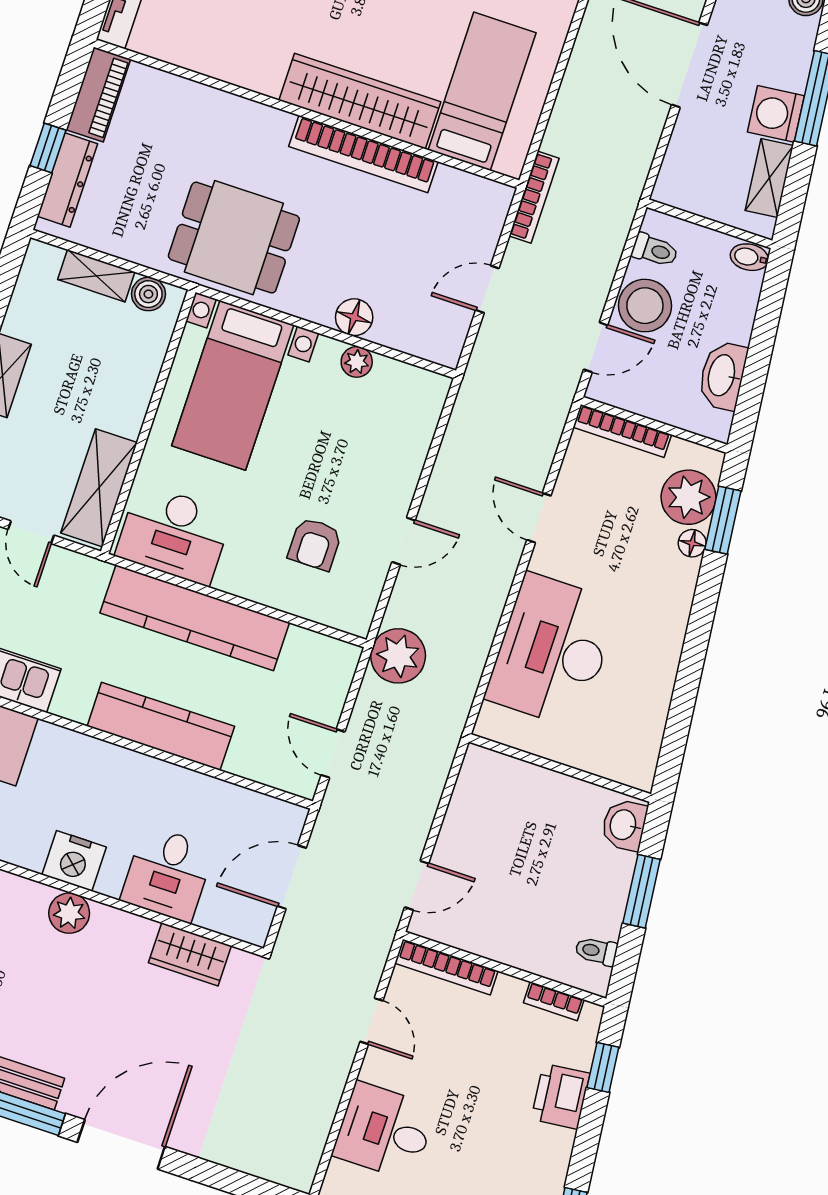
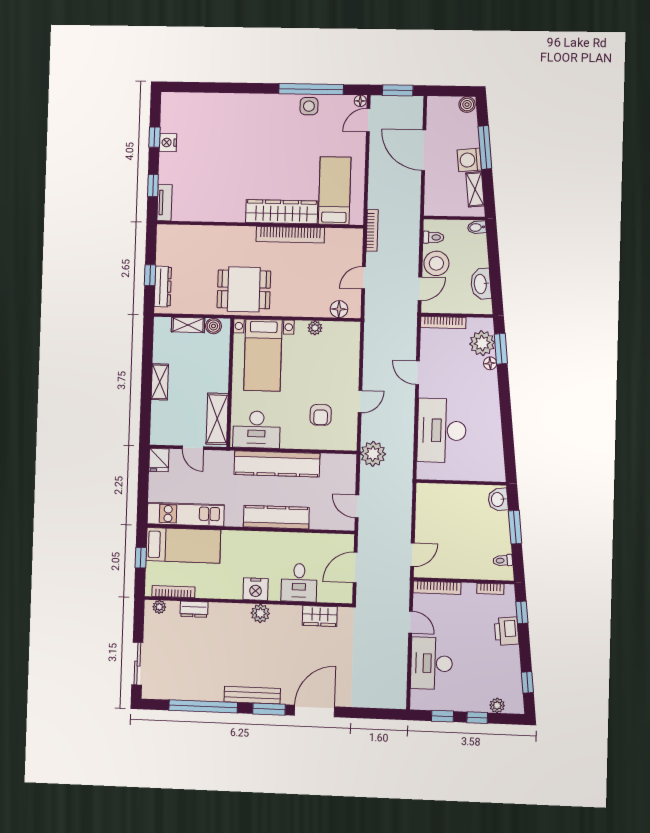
piano: (98, 94) -> (165, 245), removed
floor lamp: (354, 317) -> (339, 309), moved
desk: (384, 1131) -> (432, 663), width x1.37

